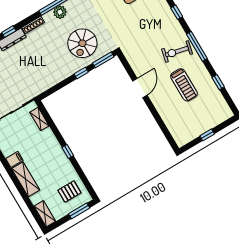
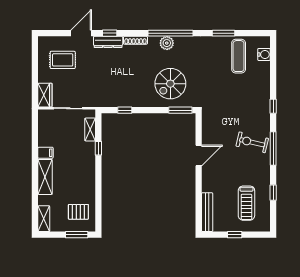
window: (81, 73) -> (125, 110), moved
treadmill: (184, 85) -> (246, 203), moved
bench: (174, 130) -> (207, 212), added
window: (68, 151) -> (98, 148), moved

